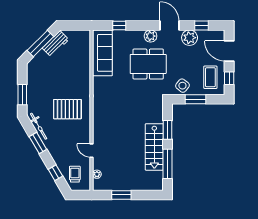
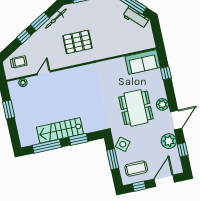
sofa: (102, 53) -> (143, 62), width x0.73
pallet: (67, 109) -> (78, 42), turned 90
window: (55, 173) -> (24, 36), moved

